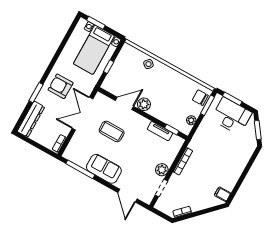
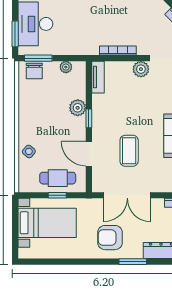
window: (96, 23) -> (15, 238), removed
cafe table: (120, 73) -> (58, 178), added
armchair: (61, 86) -> (110, 238), turned 90
plant: (144, 104) -> (78, 108), moved
window: (172, 130) -> (89, 118), moved
tv unit: (160, 131) -> (98, 77), moved

